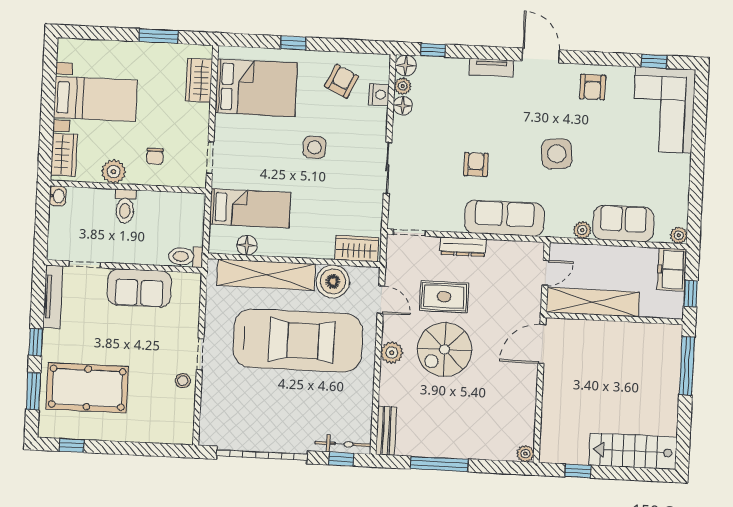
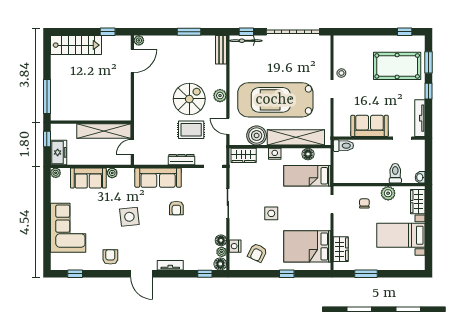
corner sofa: (664, 110) -> (68, 228), moved
toilet: (125, 206) -> (395, 173), moved
nightstand: (303, 249) -> (275, 154), added
door: (542, 344) -> (132, 61), moved
window: (439, 464) -> (189, 32), width x0.69

